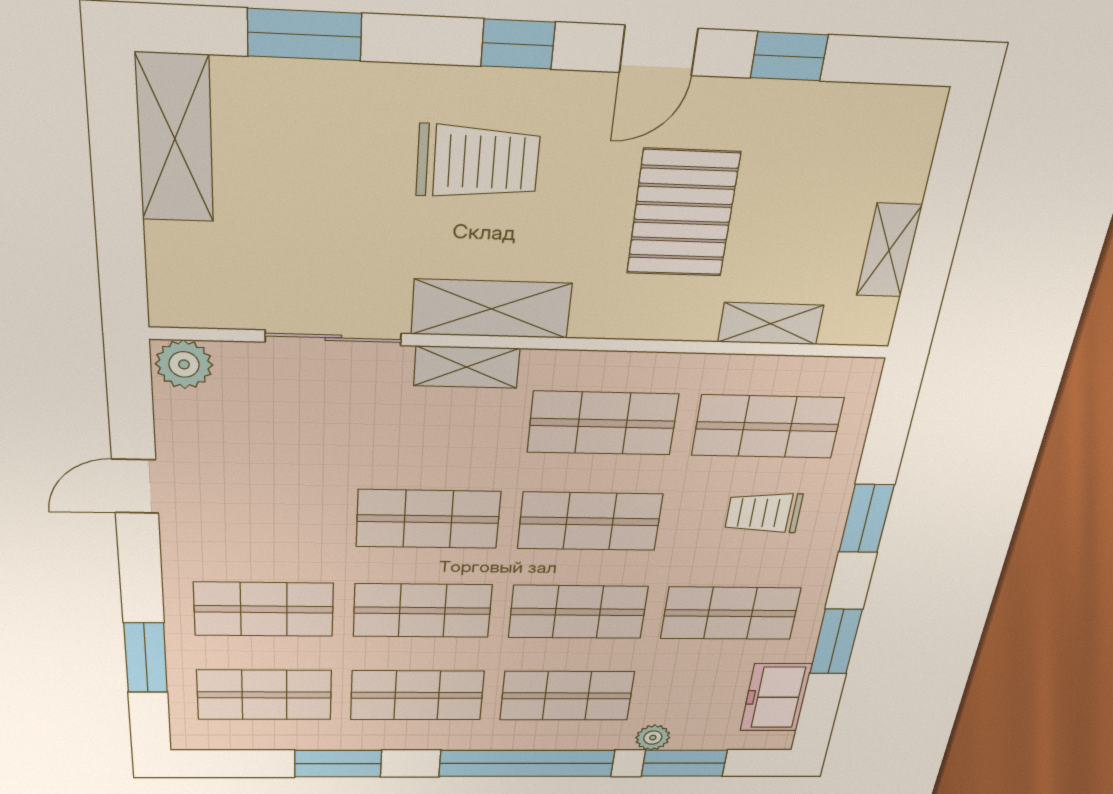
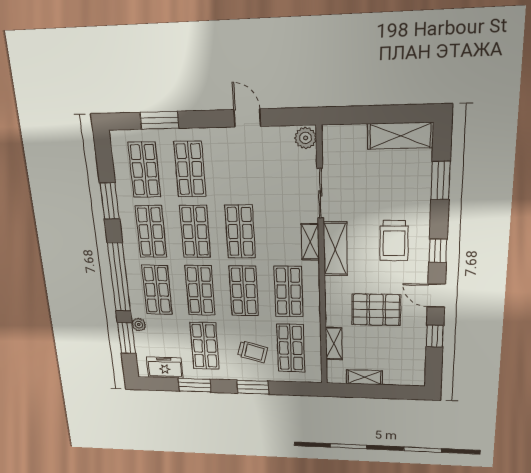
trolley: (764, 513) -> (253, 352), turned 105

